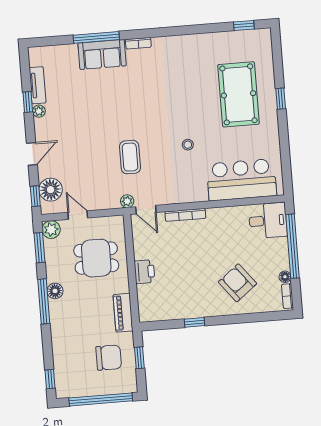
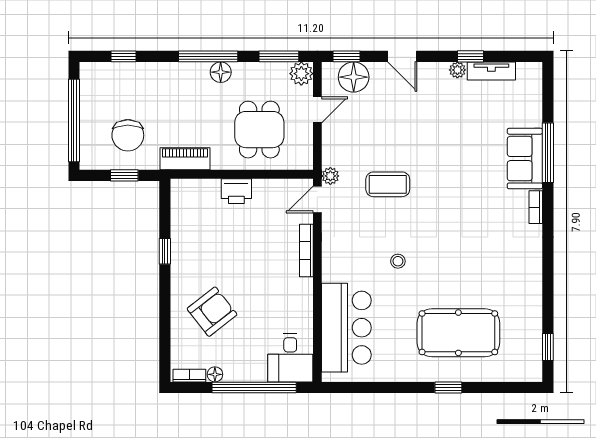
window: (50, 379) -> (123, 56), moved

